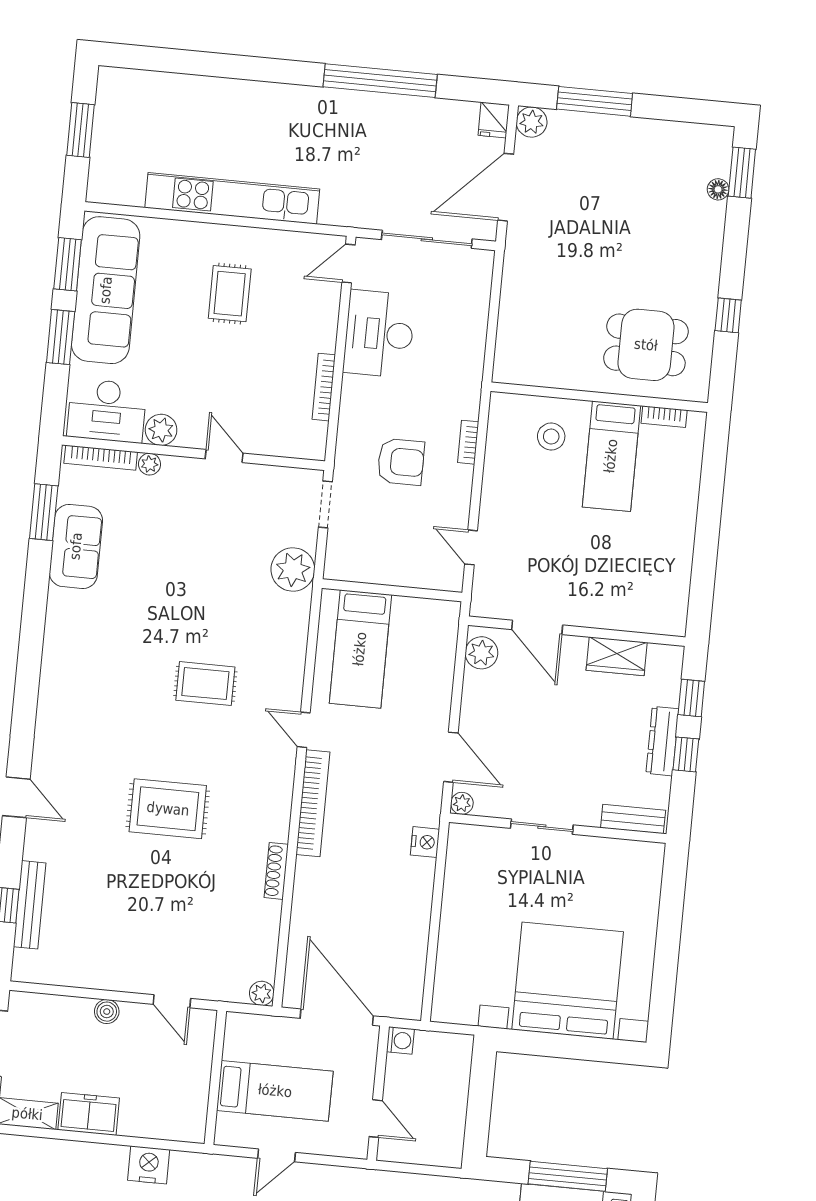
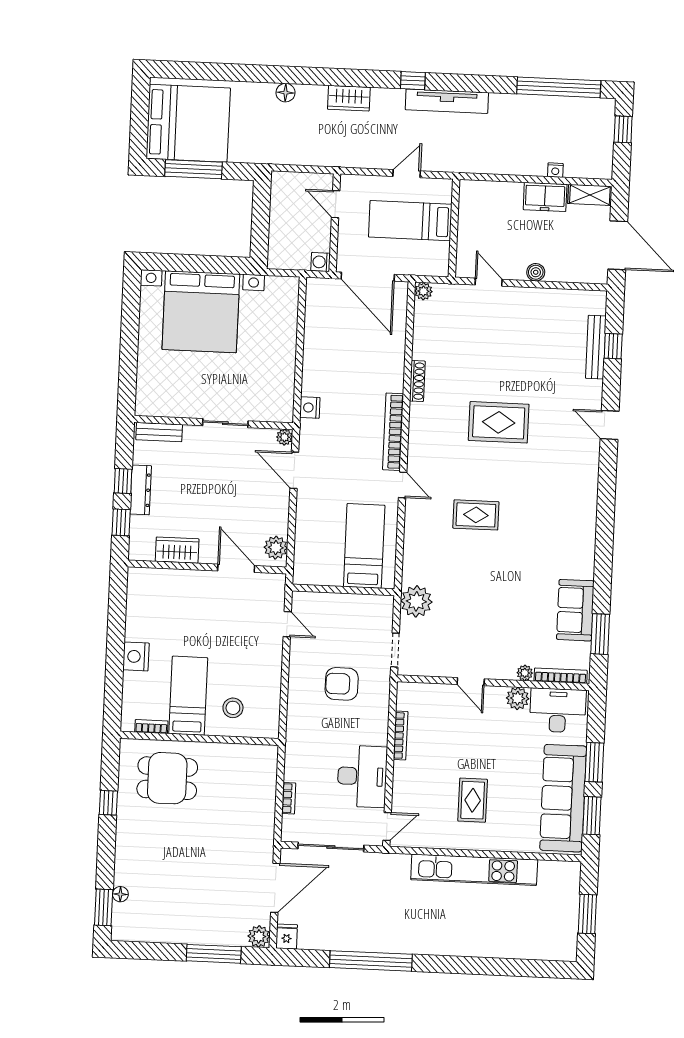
bookcase: (468, 442) -> (289, 798), moved
nightstand: (680, 514) -> (136, 656), added
nightstand: (149, 1165) -> (555, 170), moved, width x0.53, depth x0.56

